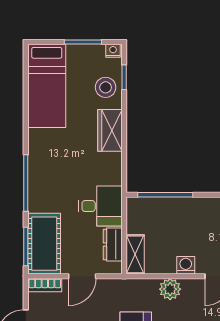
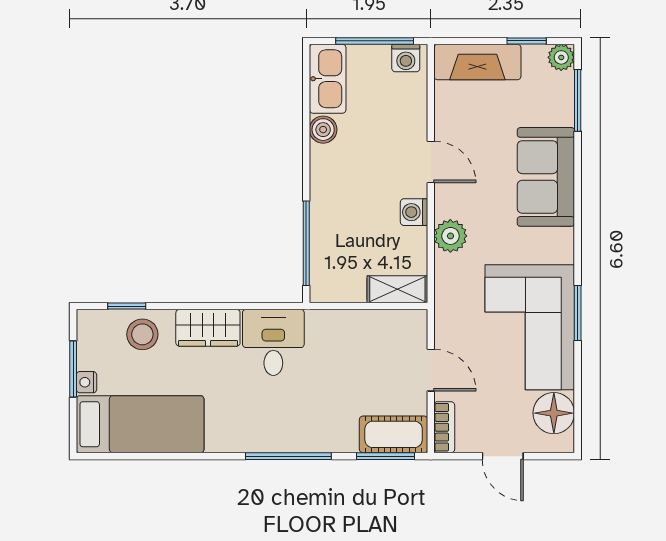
nightstand: (113, 51) -> (86, 382), moved
desk: (100, 206) -> (273, 342), moved
cot: (44, 244) -> (394, 434), width x0.73, depth x0.75
dresser: (113, 245) -> (382, 324), removed

